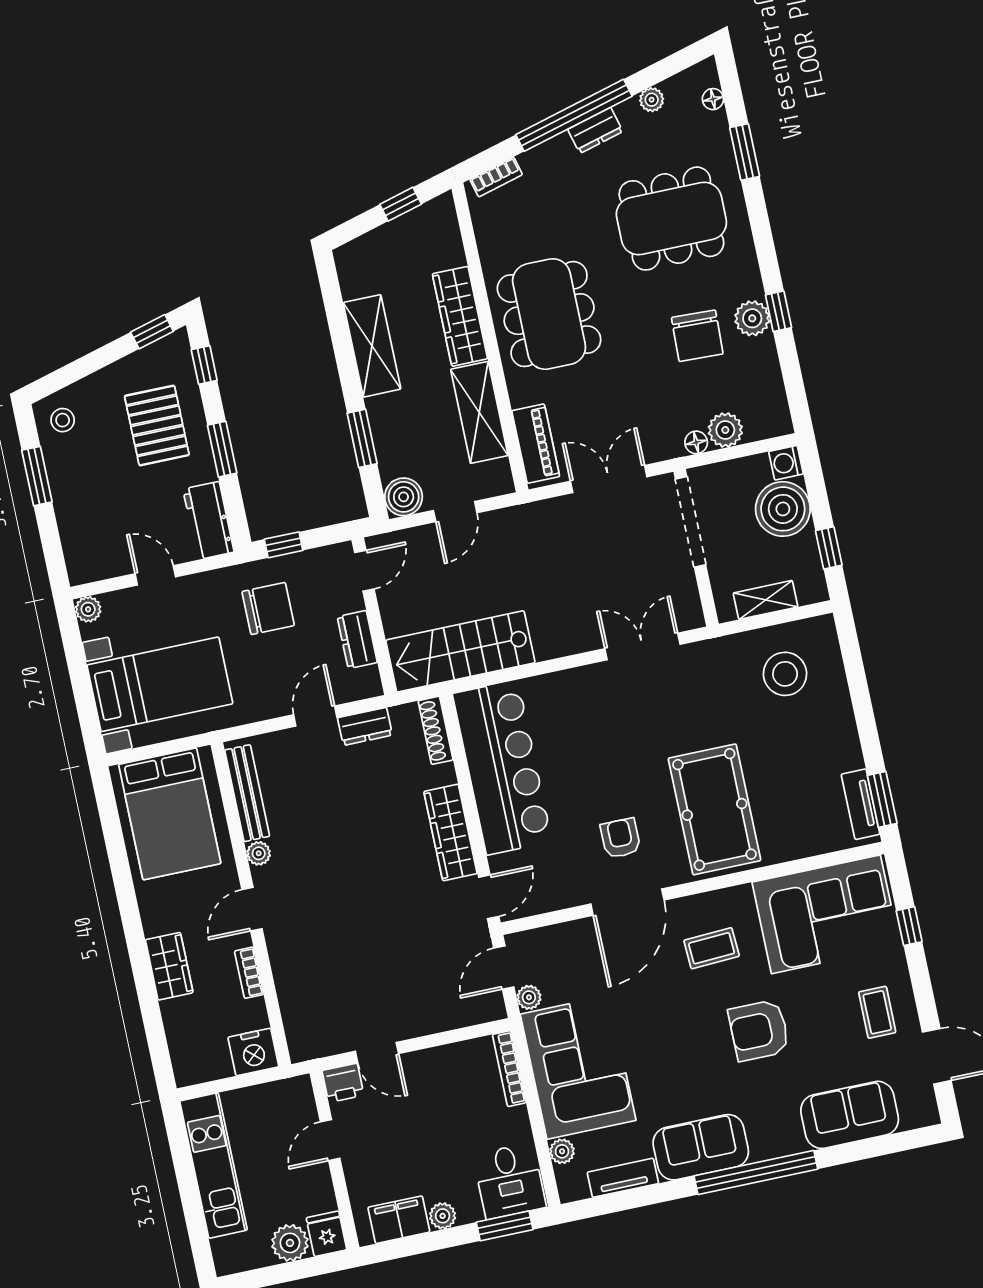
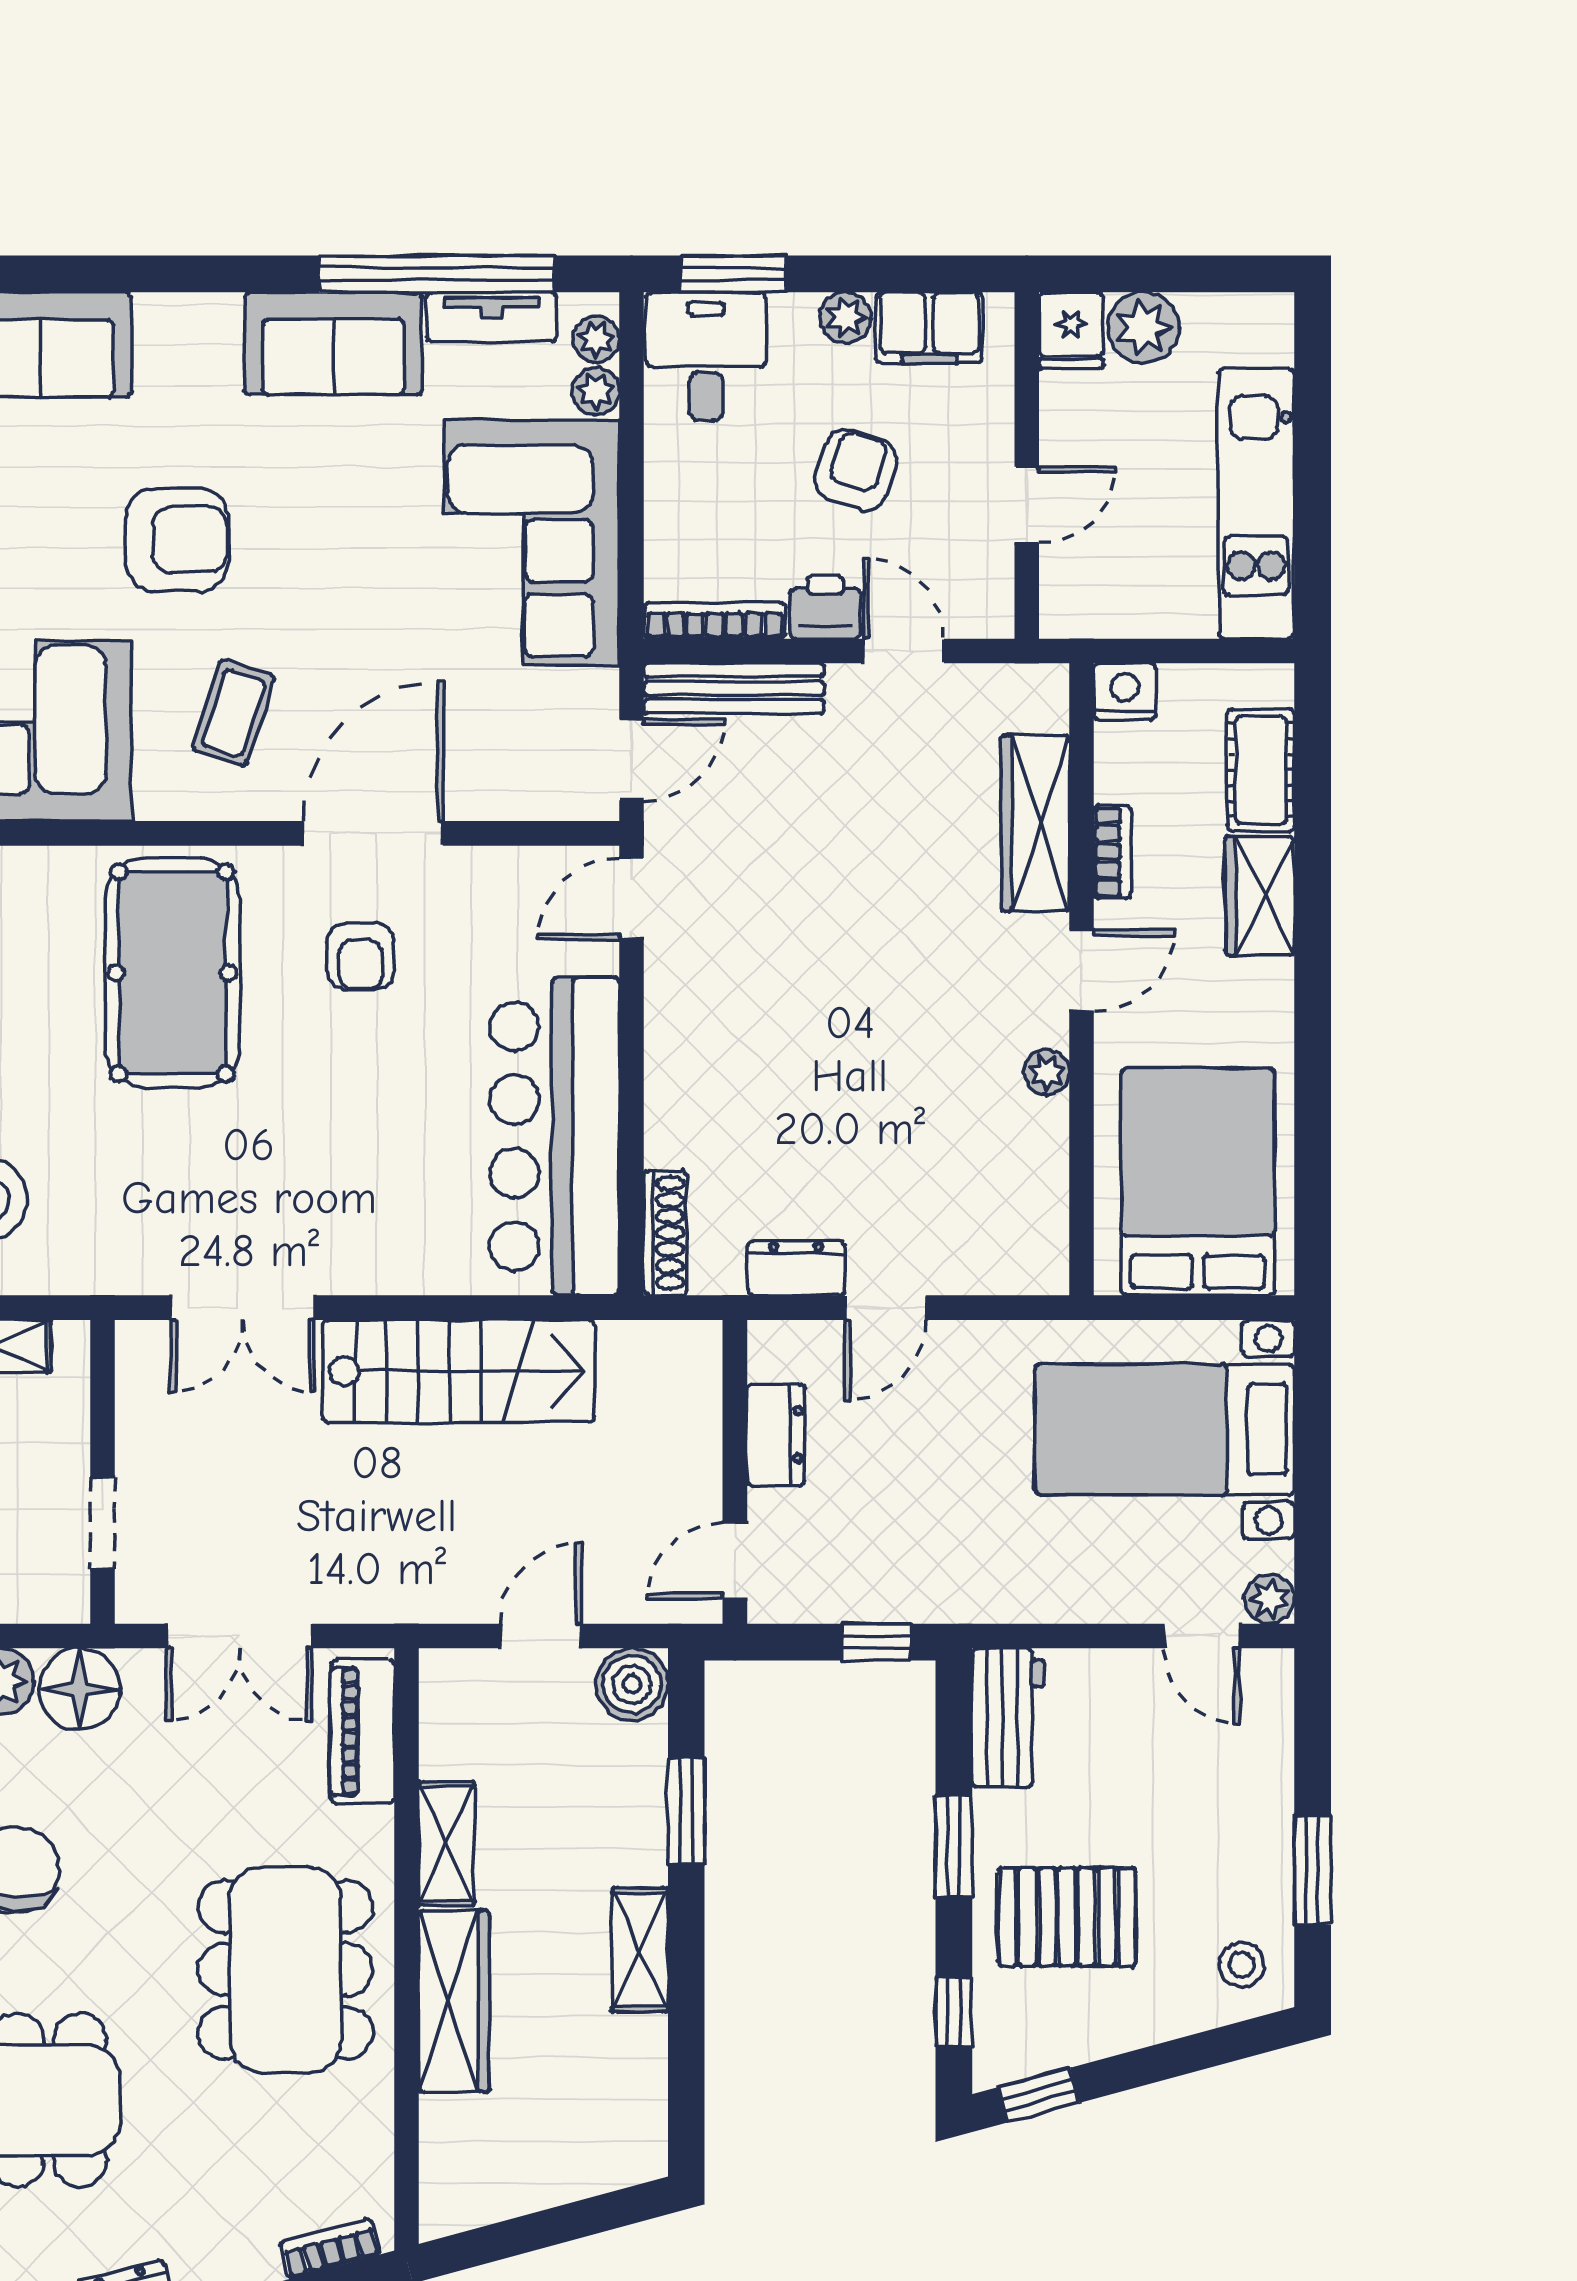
window: (401, 204) -> (521, 2235), removed
shelving: (372, 346) -> (640, 1950), width x0.67, depth x0.75
shelving: (479, 412) -> (447, 1844), width x0.67, depth x0.75
pallet: (157, 425) -> (1067, 1917), turned 90
floor lamp: (696, 442) -> (79, 1689), width x1.89, depth x1.89
doorway: (691, 522) -> (103, 1523), width x0.53
door: (155, 575) -> (1202, 1636), moved
chair: (268, 608) -> (931, 1529), removed
stairs: (460, 651) -> (459, 1371), moved
bench: (247, 793) -> (734, 688), moved, turned 90
wardrobe: (450, 832) -> (1035, 823), moved, turned 180
coffee table: (712, 948) -> (233, 713), turned -69
plant: (529, 997) -> (596, 339), moved
cot: (182, 1030) -> (1261, 770), added
nightstand: (253, 1052) -> (1125, 692), width x0.74, depth x0.75
bookcase: (509, 1069) -> (715, 621), moved, turned -90
printer: (343, 1083) -> (825, 607), moved
armchair: (421, 1139) -> (856, 470), added
window: (756, 1172) -> (437, 274), moved

